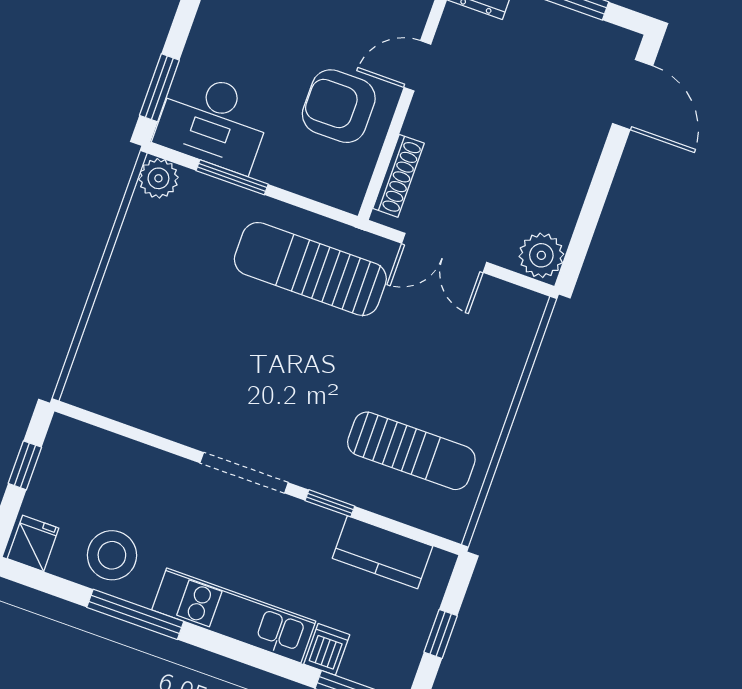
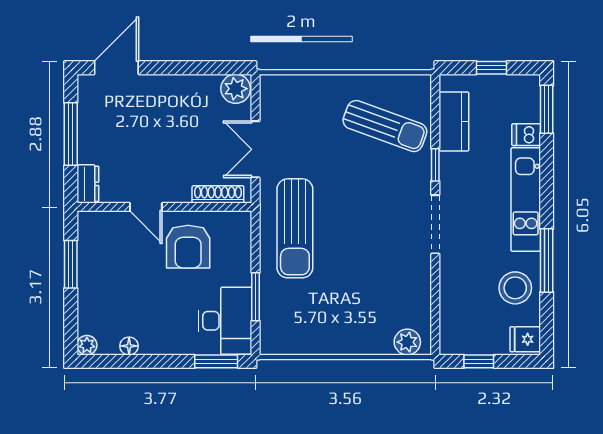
plant: (158, 178) -> (407, 342), moved
double door: (444, 253) -> (256, 149), swing flipped
sun lounger: (411, 451) -> (385, 126), turned 110

